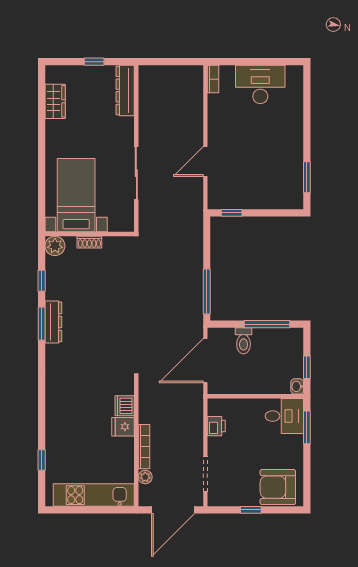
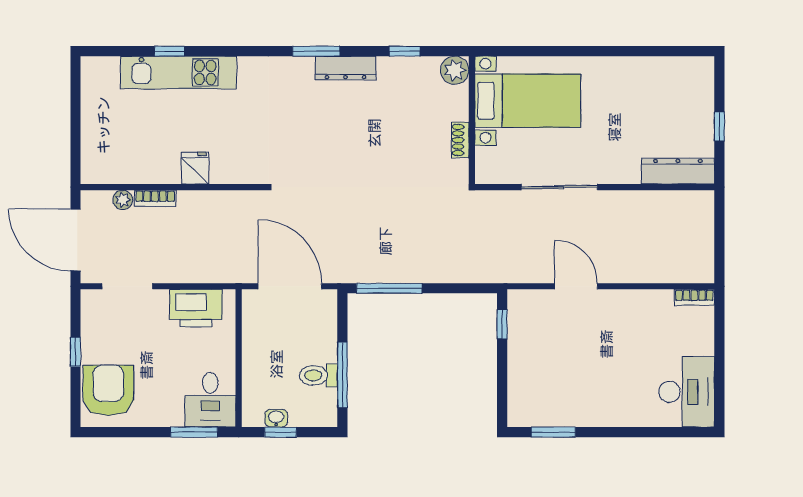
desk: (260, 84) -> (687, 392), moved
wardrobe: (55, 101) -> (662, 70), removed
shoe rack: (89, 242) -> (460, 140), moved
window: (42, 324) -> (316, 51), moved
toilet: (244, 341) -> (318, 375), moved
washbasin: (297, 386) -> (276, 418), moved
dishwasher: (125, 406) -> (225, 170), removed
printer: (216, 426) -> (196, 308), width x1.87, depth x1.48
bookcase: (144, 447) -> (155, 198), width x0.64
window: (42, 460) -> (169, 51), moved
kitchen unit: (94, 495) -> (179, 72), moved, turned 90

